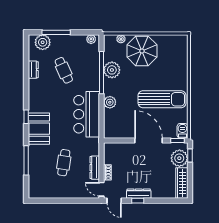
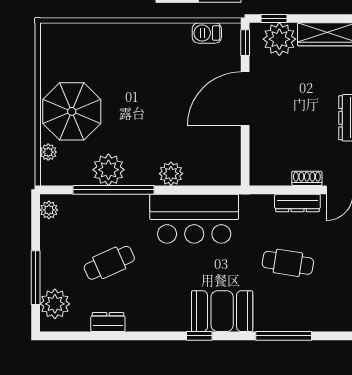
sun lounger: (162, 99) -> (165, 73), removed
barbecue: (182, 131) -> (207, 33), moved

